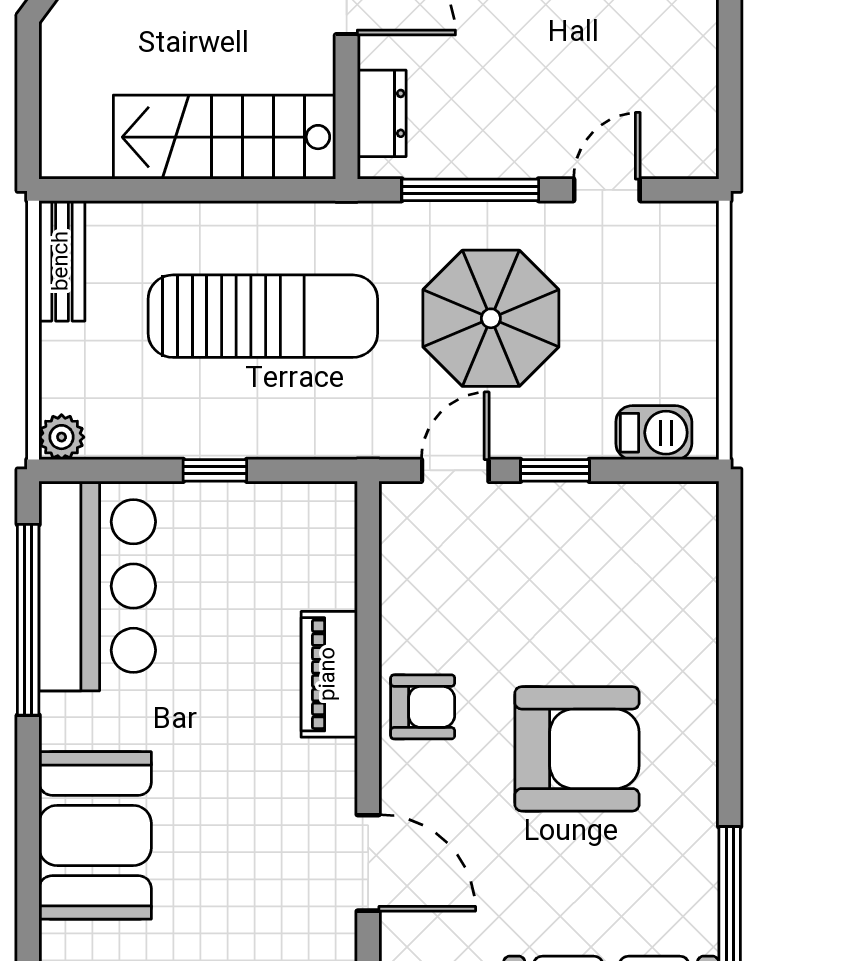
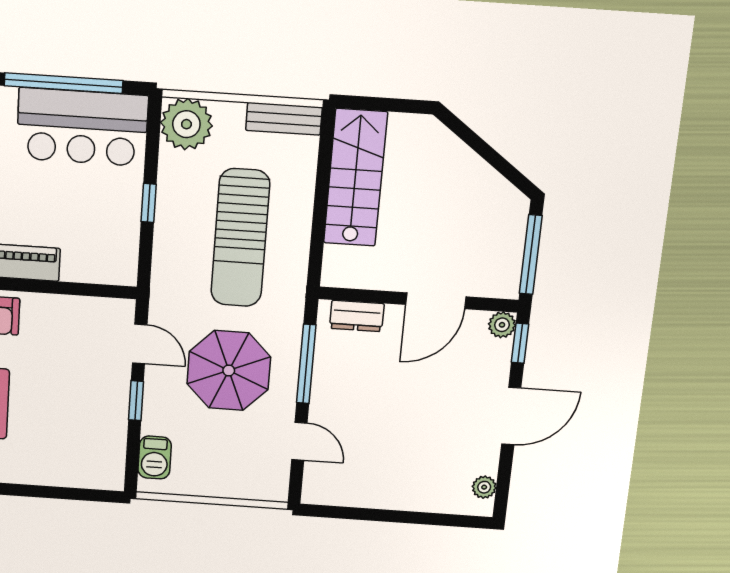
stairs: (225, 137) -> (355, 178), moved
plant: (62, 437) -> (186, 124), width x1.88, depth x1.88

